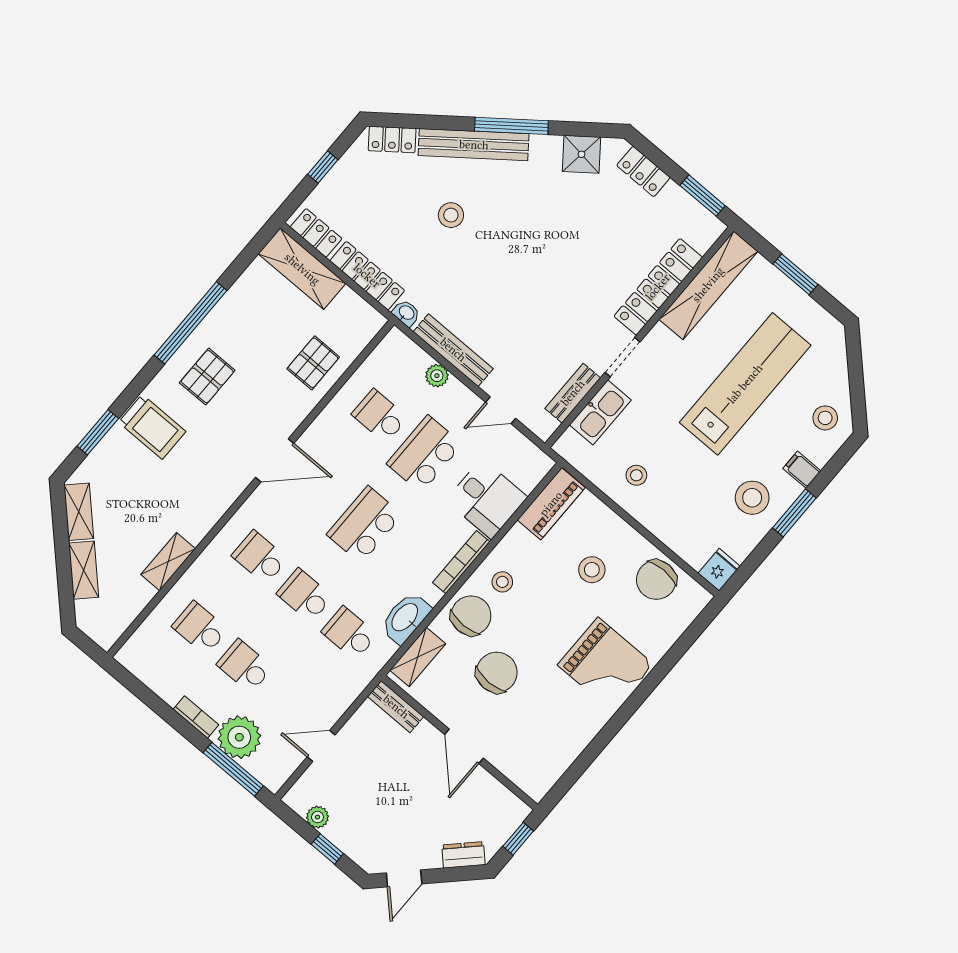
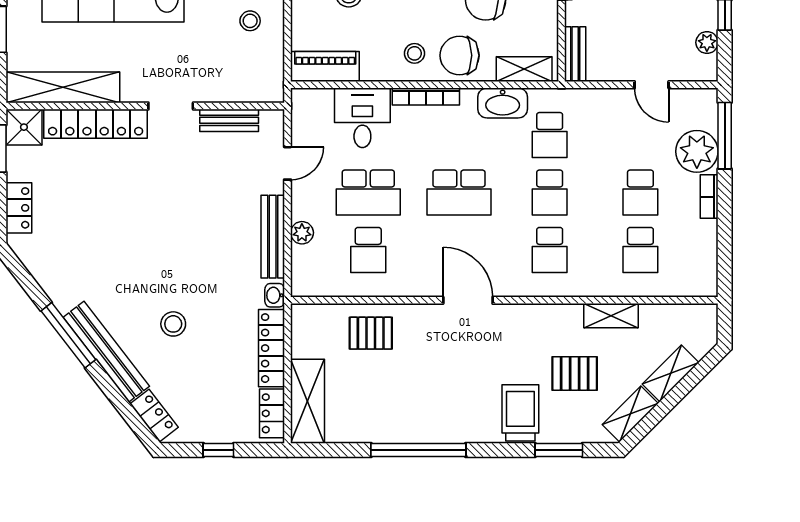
shower: (582, 154) -> (24, 127), moved, turned 38
pallet: (207, 377) -> (575, 373), moved
door: (501, 410) -> (288, 163), hinge flipped
kitchen sink: (600, 412) -> (226, 88), removed

